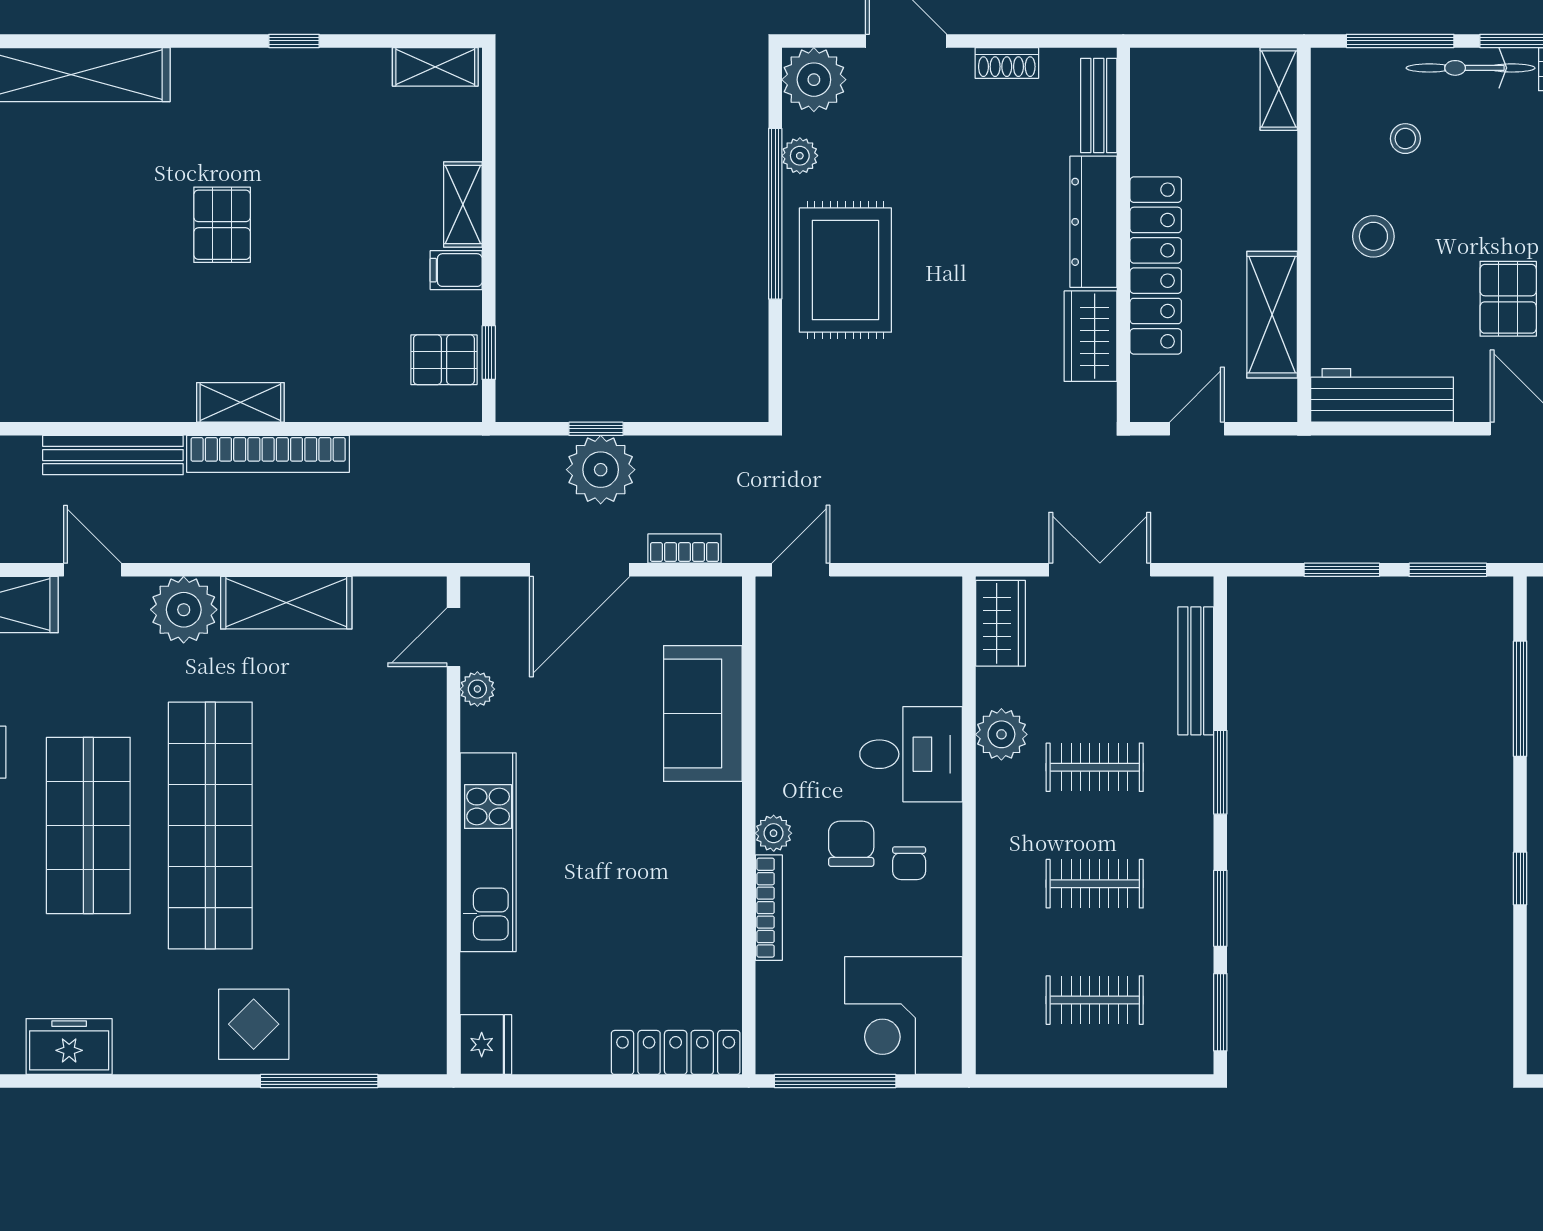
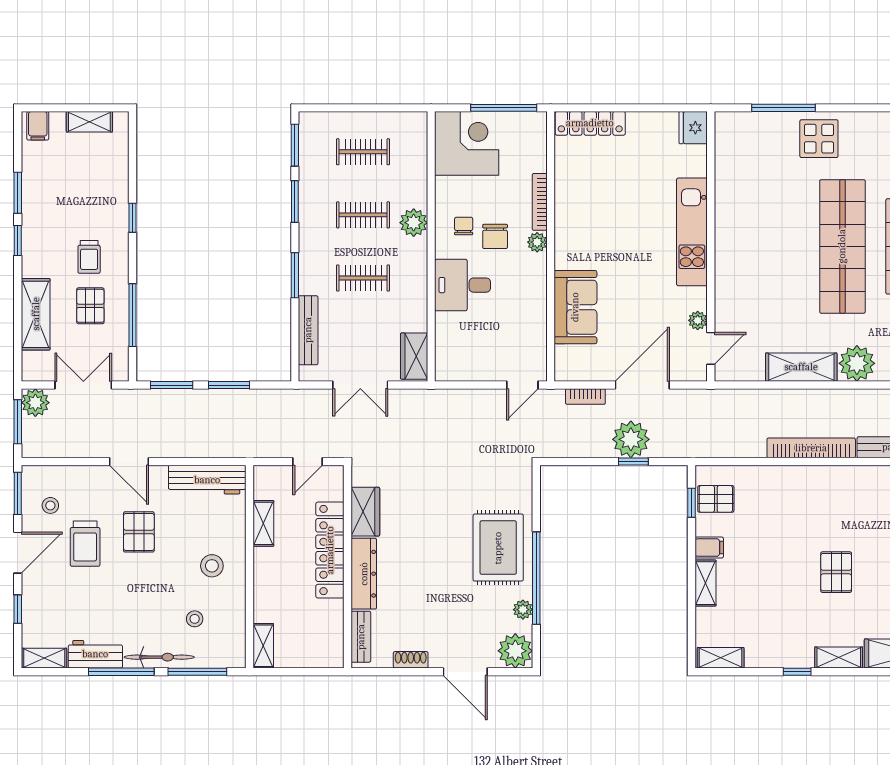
shelving: (1272, 315) -> (263, 523), width x0.67, depth x0.75
shelving: (240, 402) -> (839, 657), moved
plant: (1001, 734) -> (414, 223), moved

